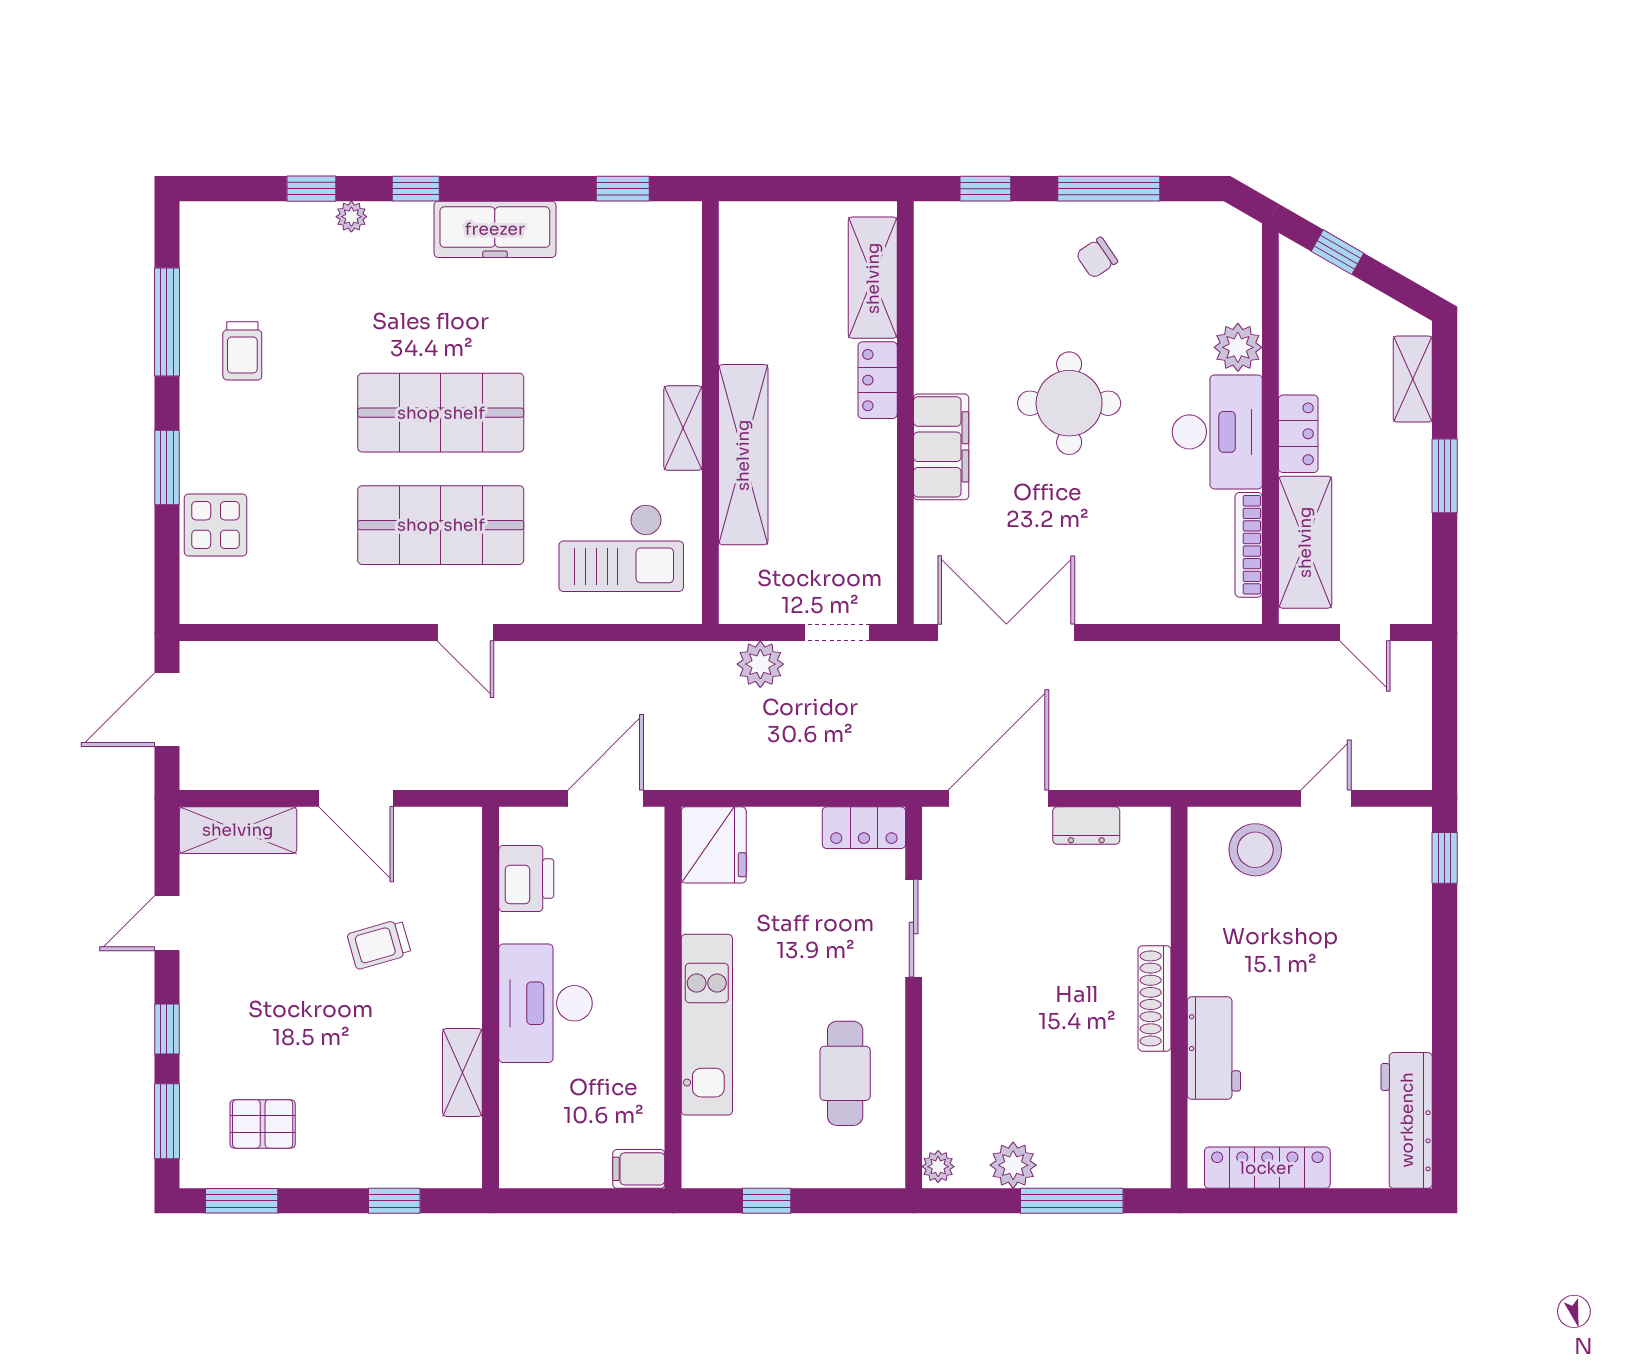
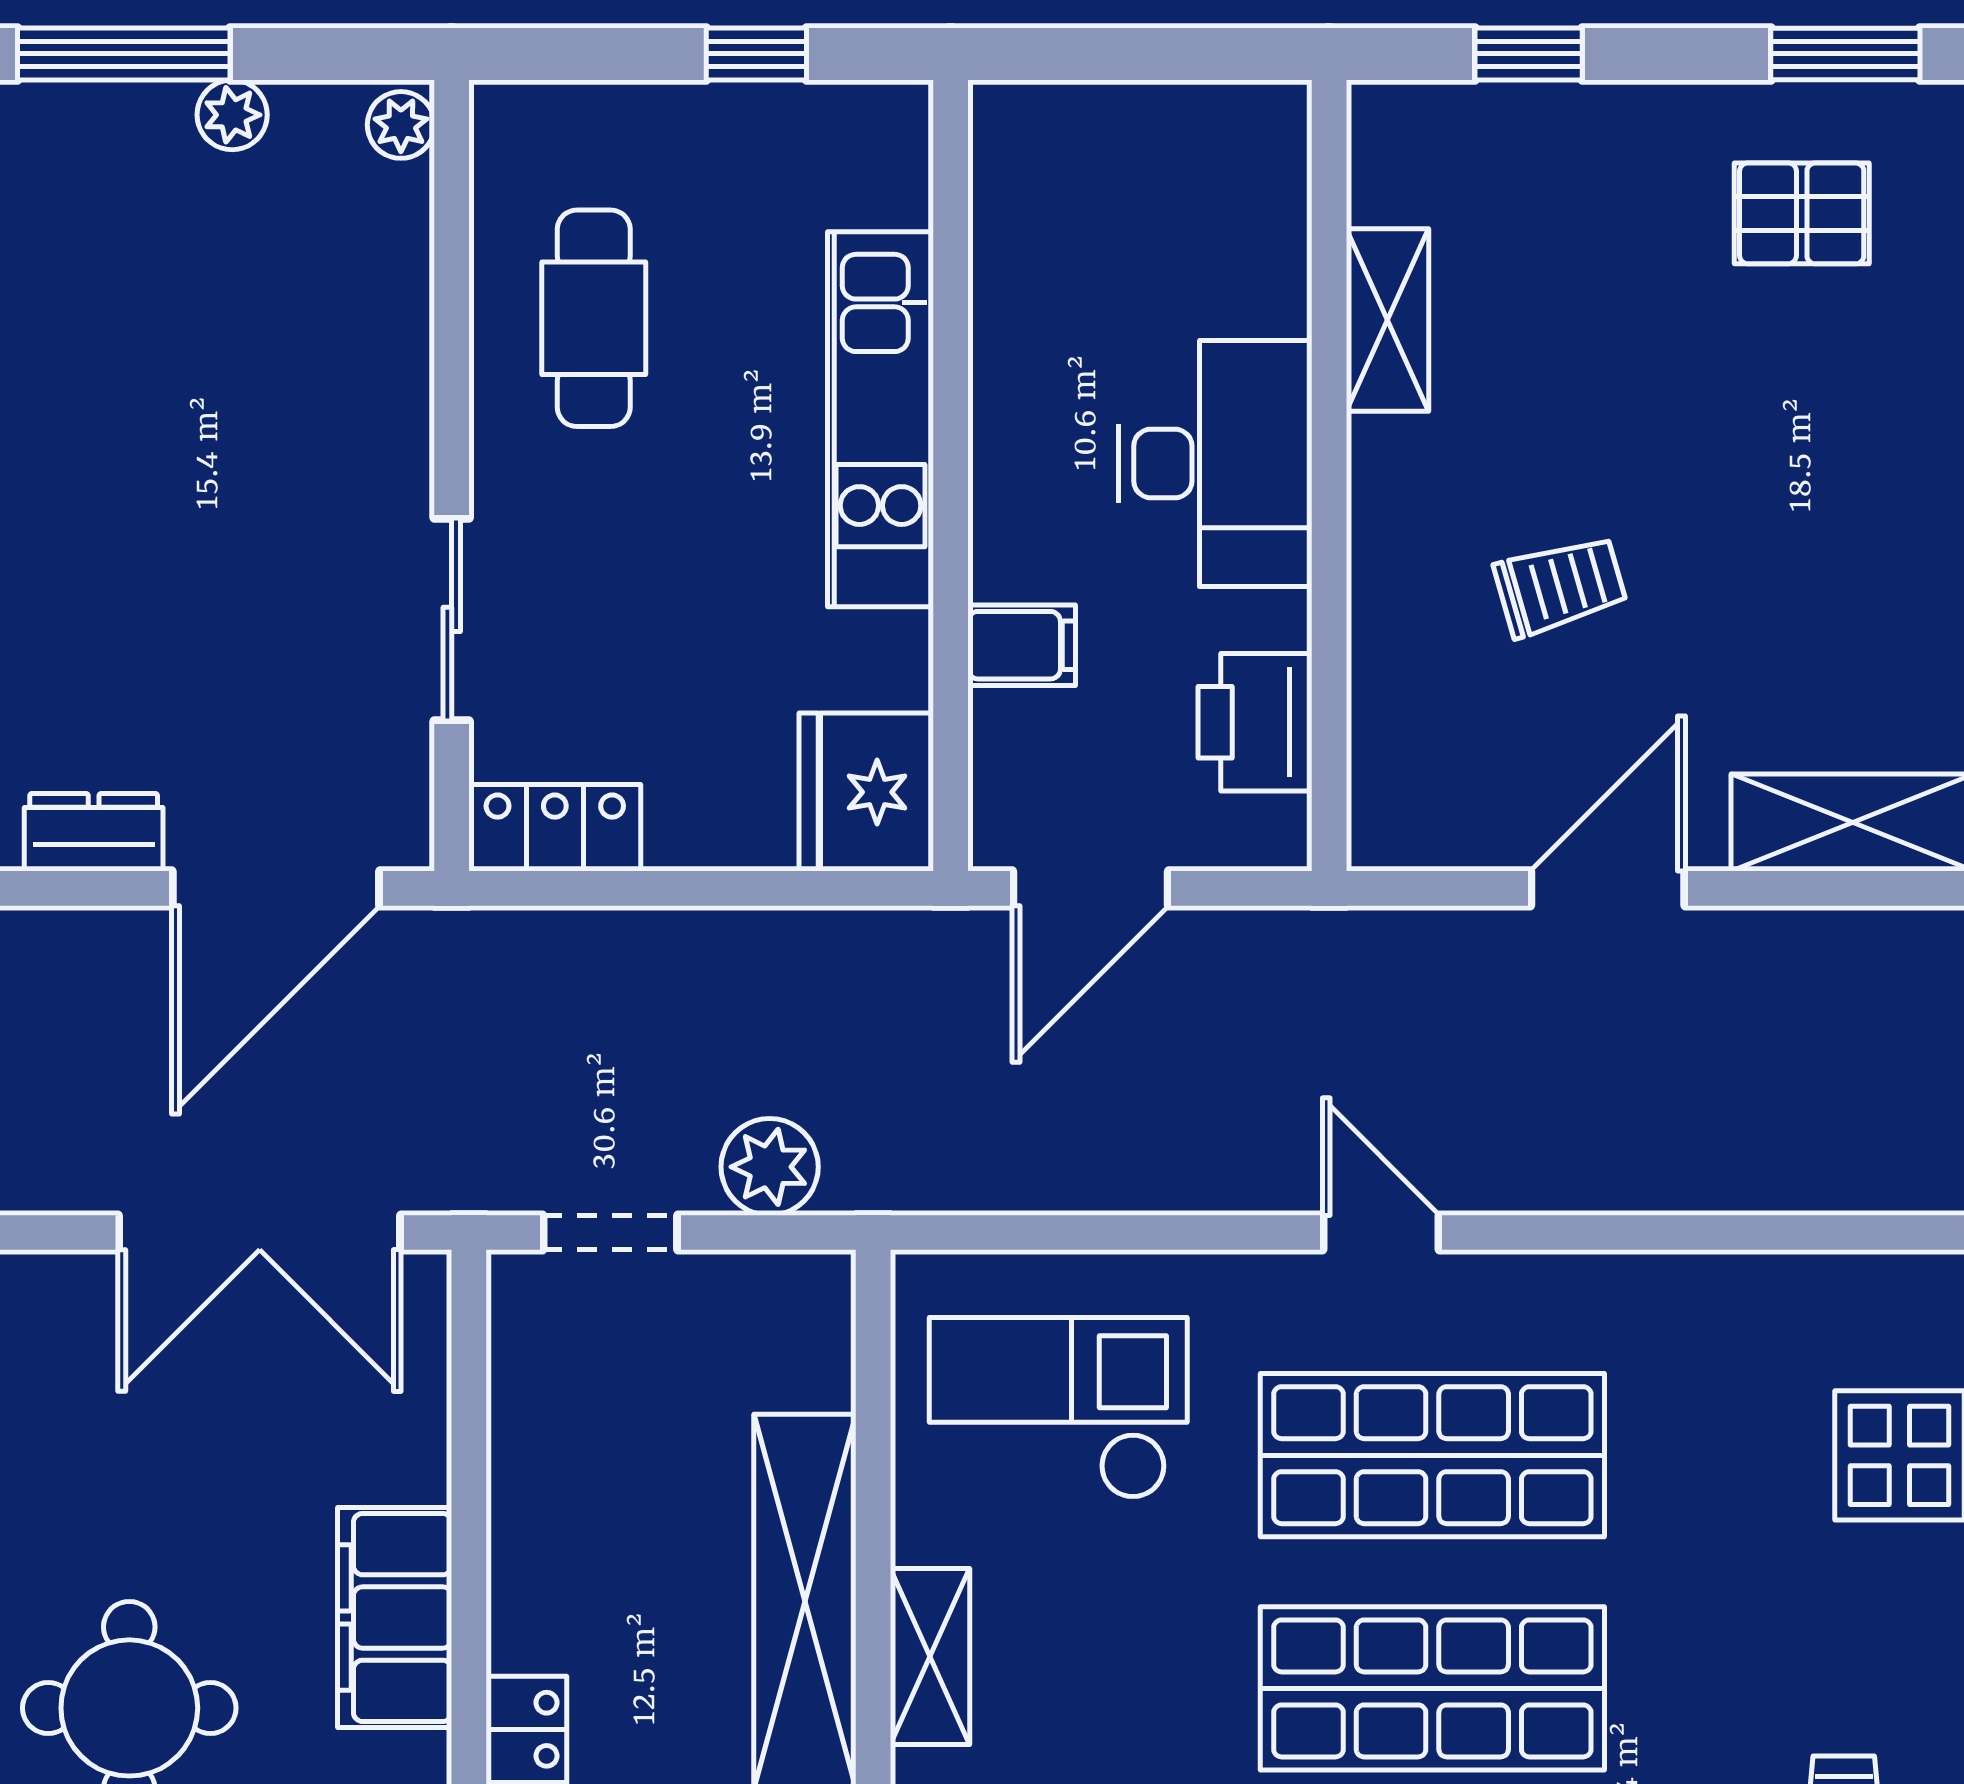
door: (356, 798) -> (1608, 888), hinge flipped
plant: (1013, 1165) -> (232, 115), width x0.73, depth x0.73
filing cabinet: (639, 1169) -> (1022, 645), moved

